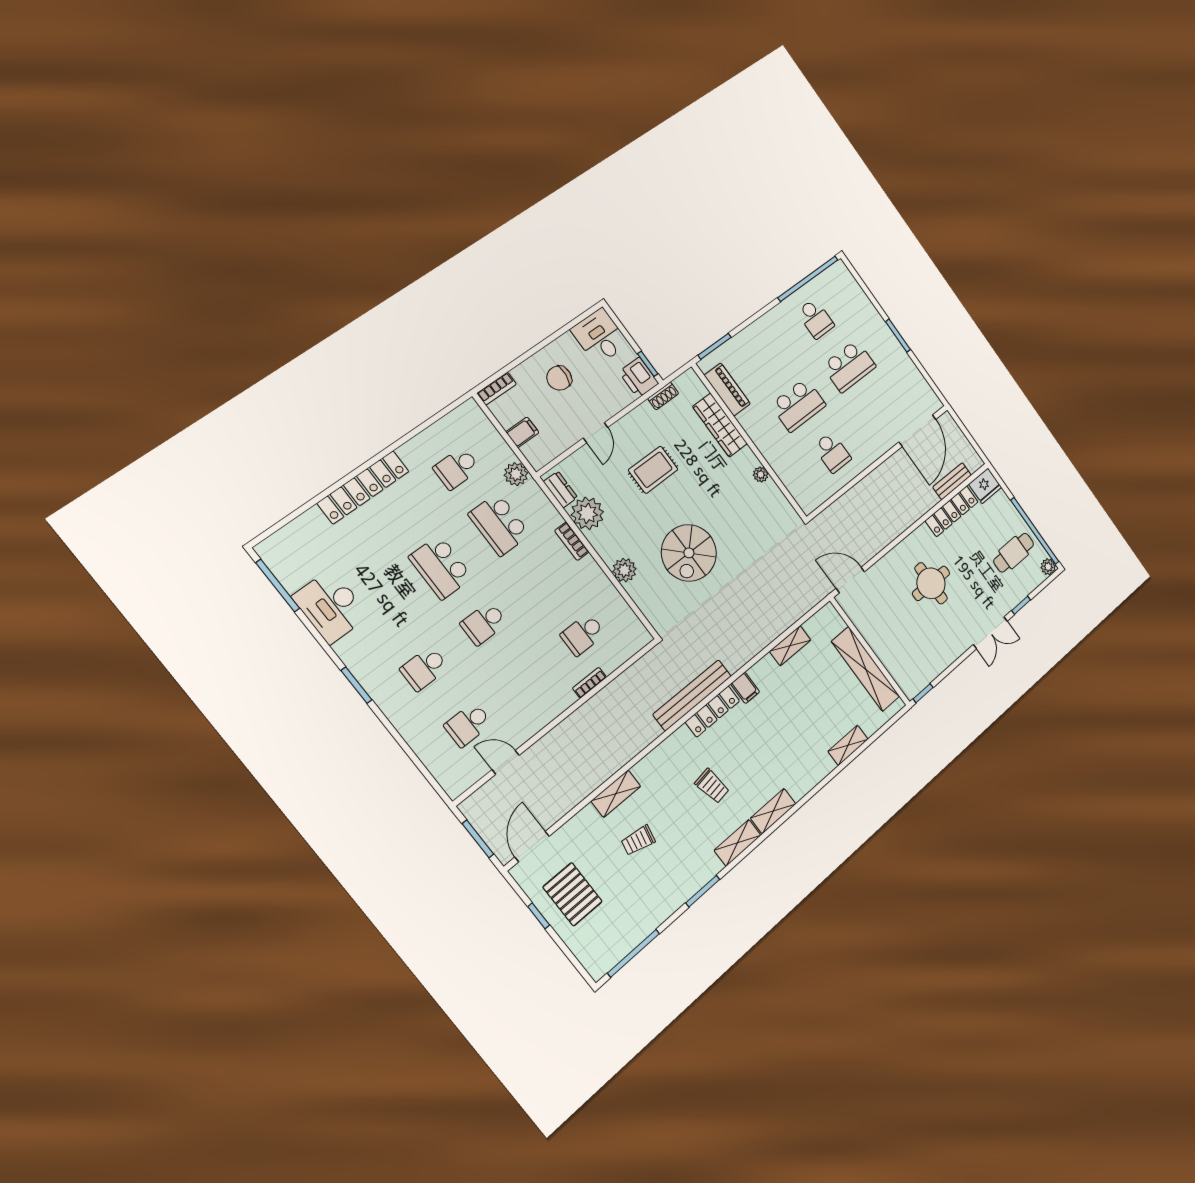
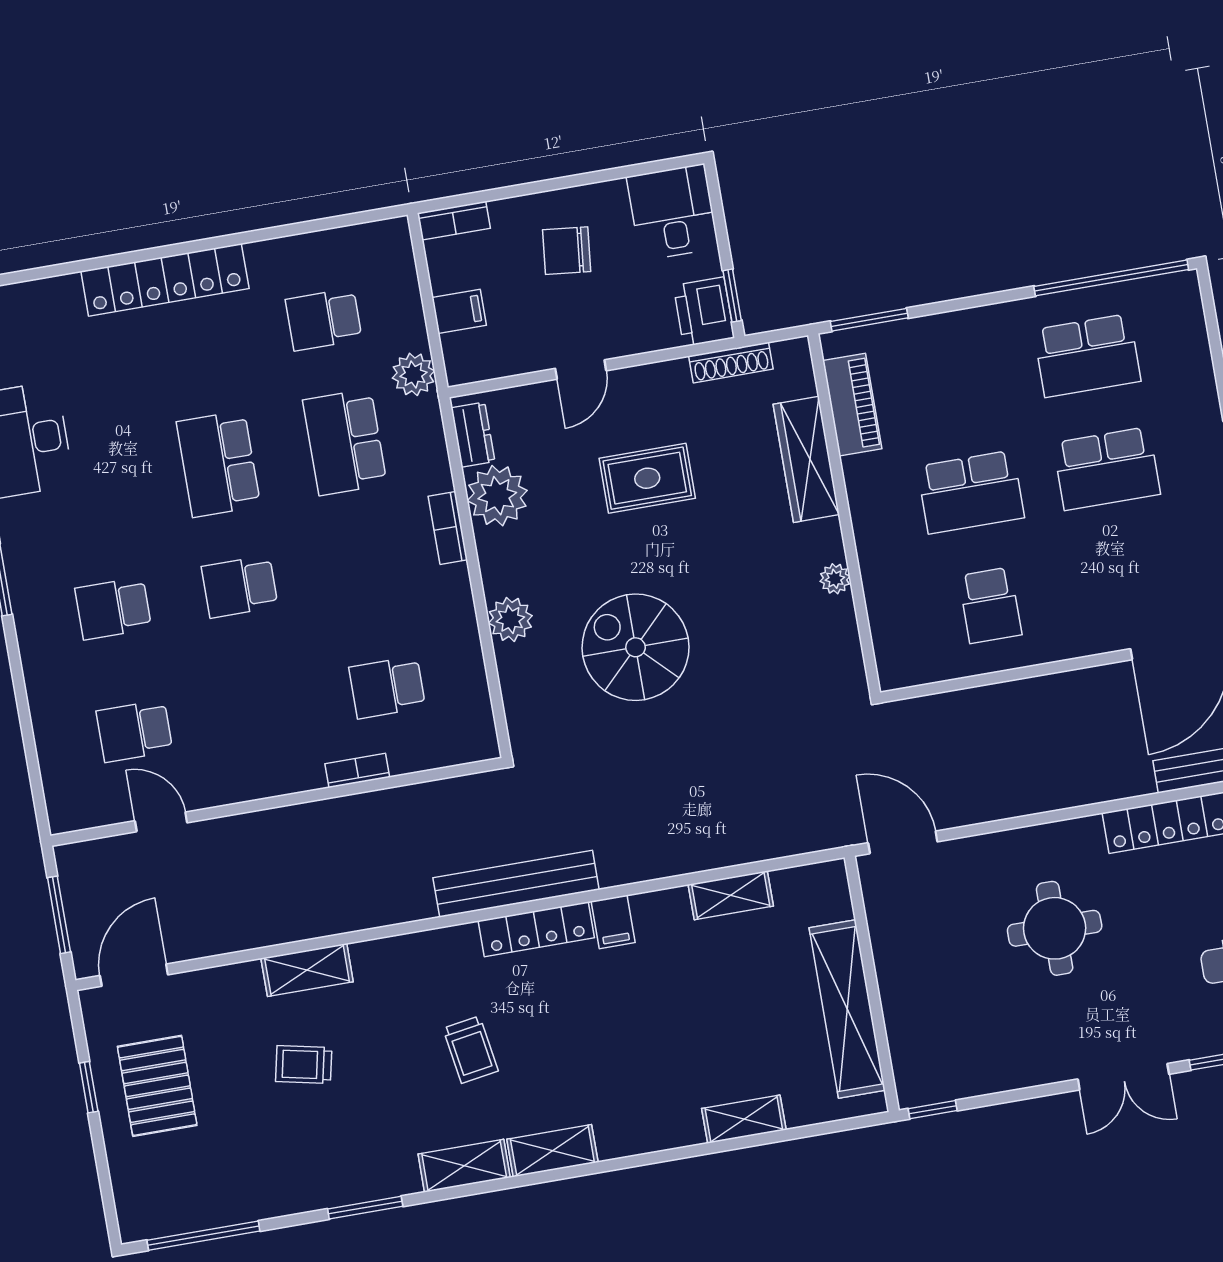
school desk: (816, 319) -> (1087, 355), width x1.85
shoe rack: (663, 396) -> (731, 363), width x1.43
spiral stairs: (689, 553) -> (636, 647), turned 90

